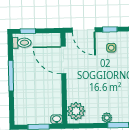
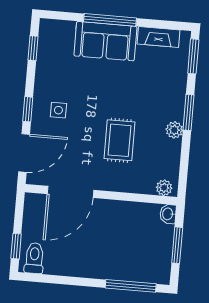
window: (11, 76) -> (131, 286), moved
rug: (97, 86) -> (119, 140), added
plant: (76, 111) -> (164, 188), width x0.53, depth x0.53

